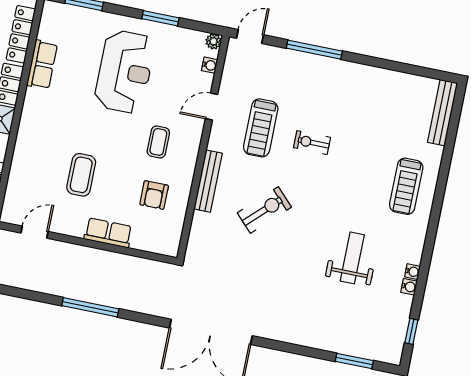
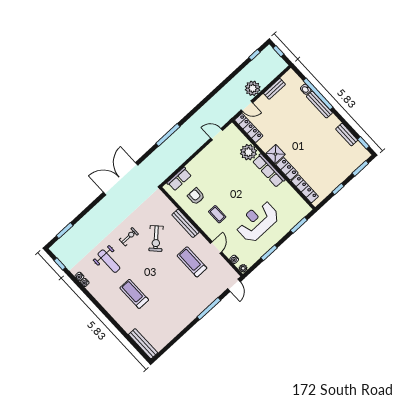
row of seats: (42, 65) -> (269, 171), moved, width x1.48
reception desk: (125, 72) -> (257, 221), turned 90
exercise bike: (312, 143) -> (129, 237), moved
plant: (27, 163) -> (249, 152), added
coffee table: (81, 175) -> (227, 172), removed
treadmill: (406, 186) -> (134, 294), moved
door: (35, 232) -> (217, 134), swing flipped
row of seats: (108, 233) -> (179, 179), moved

